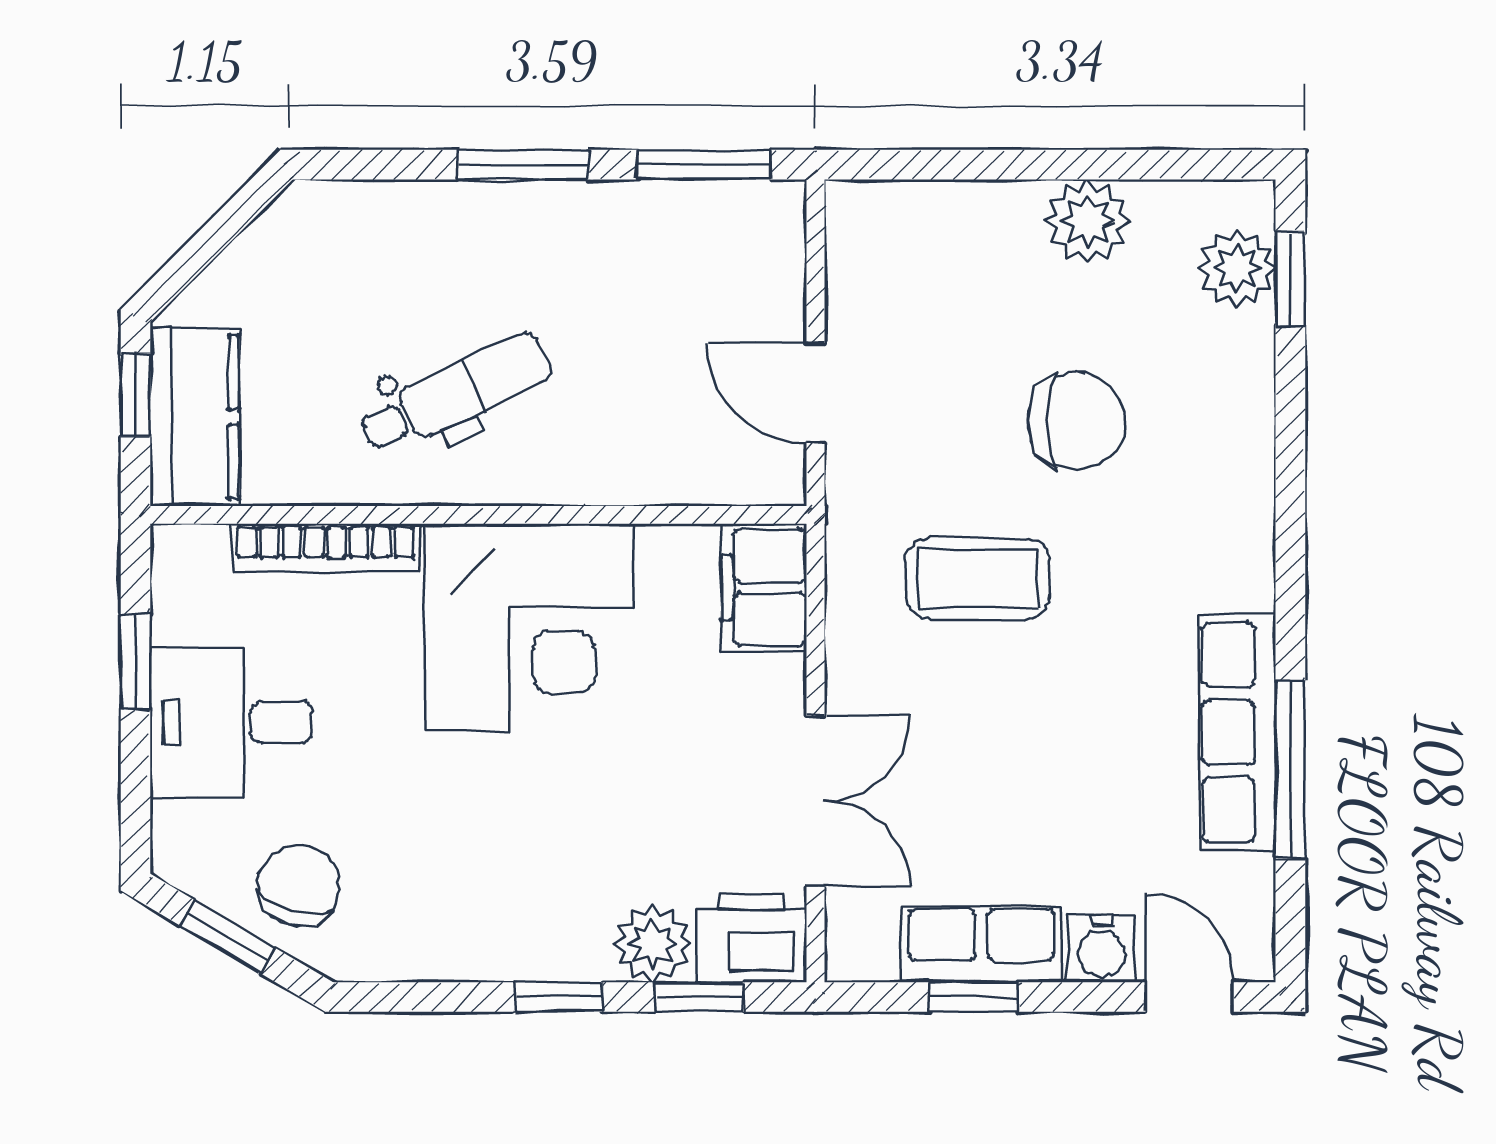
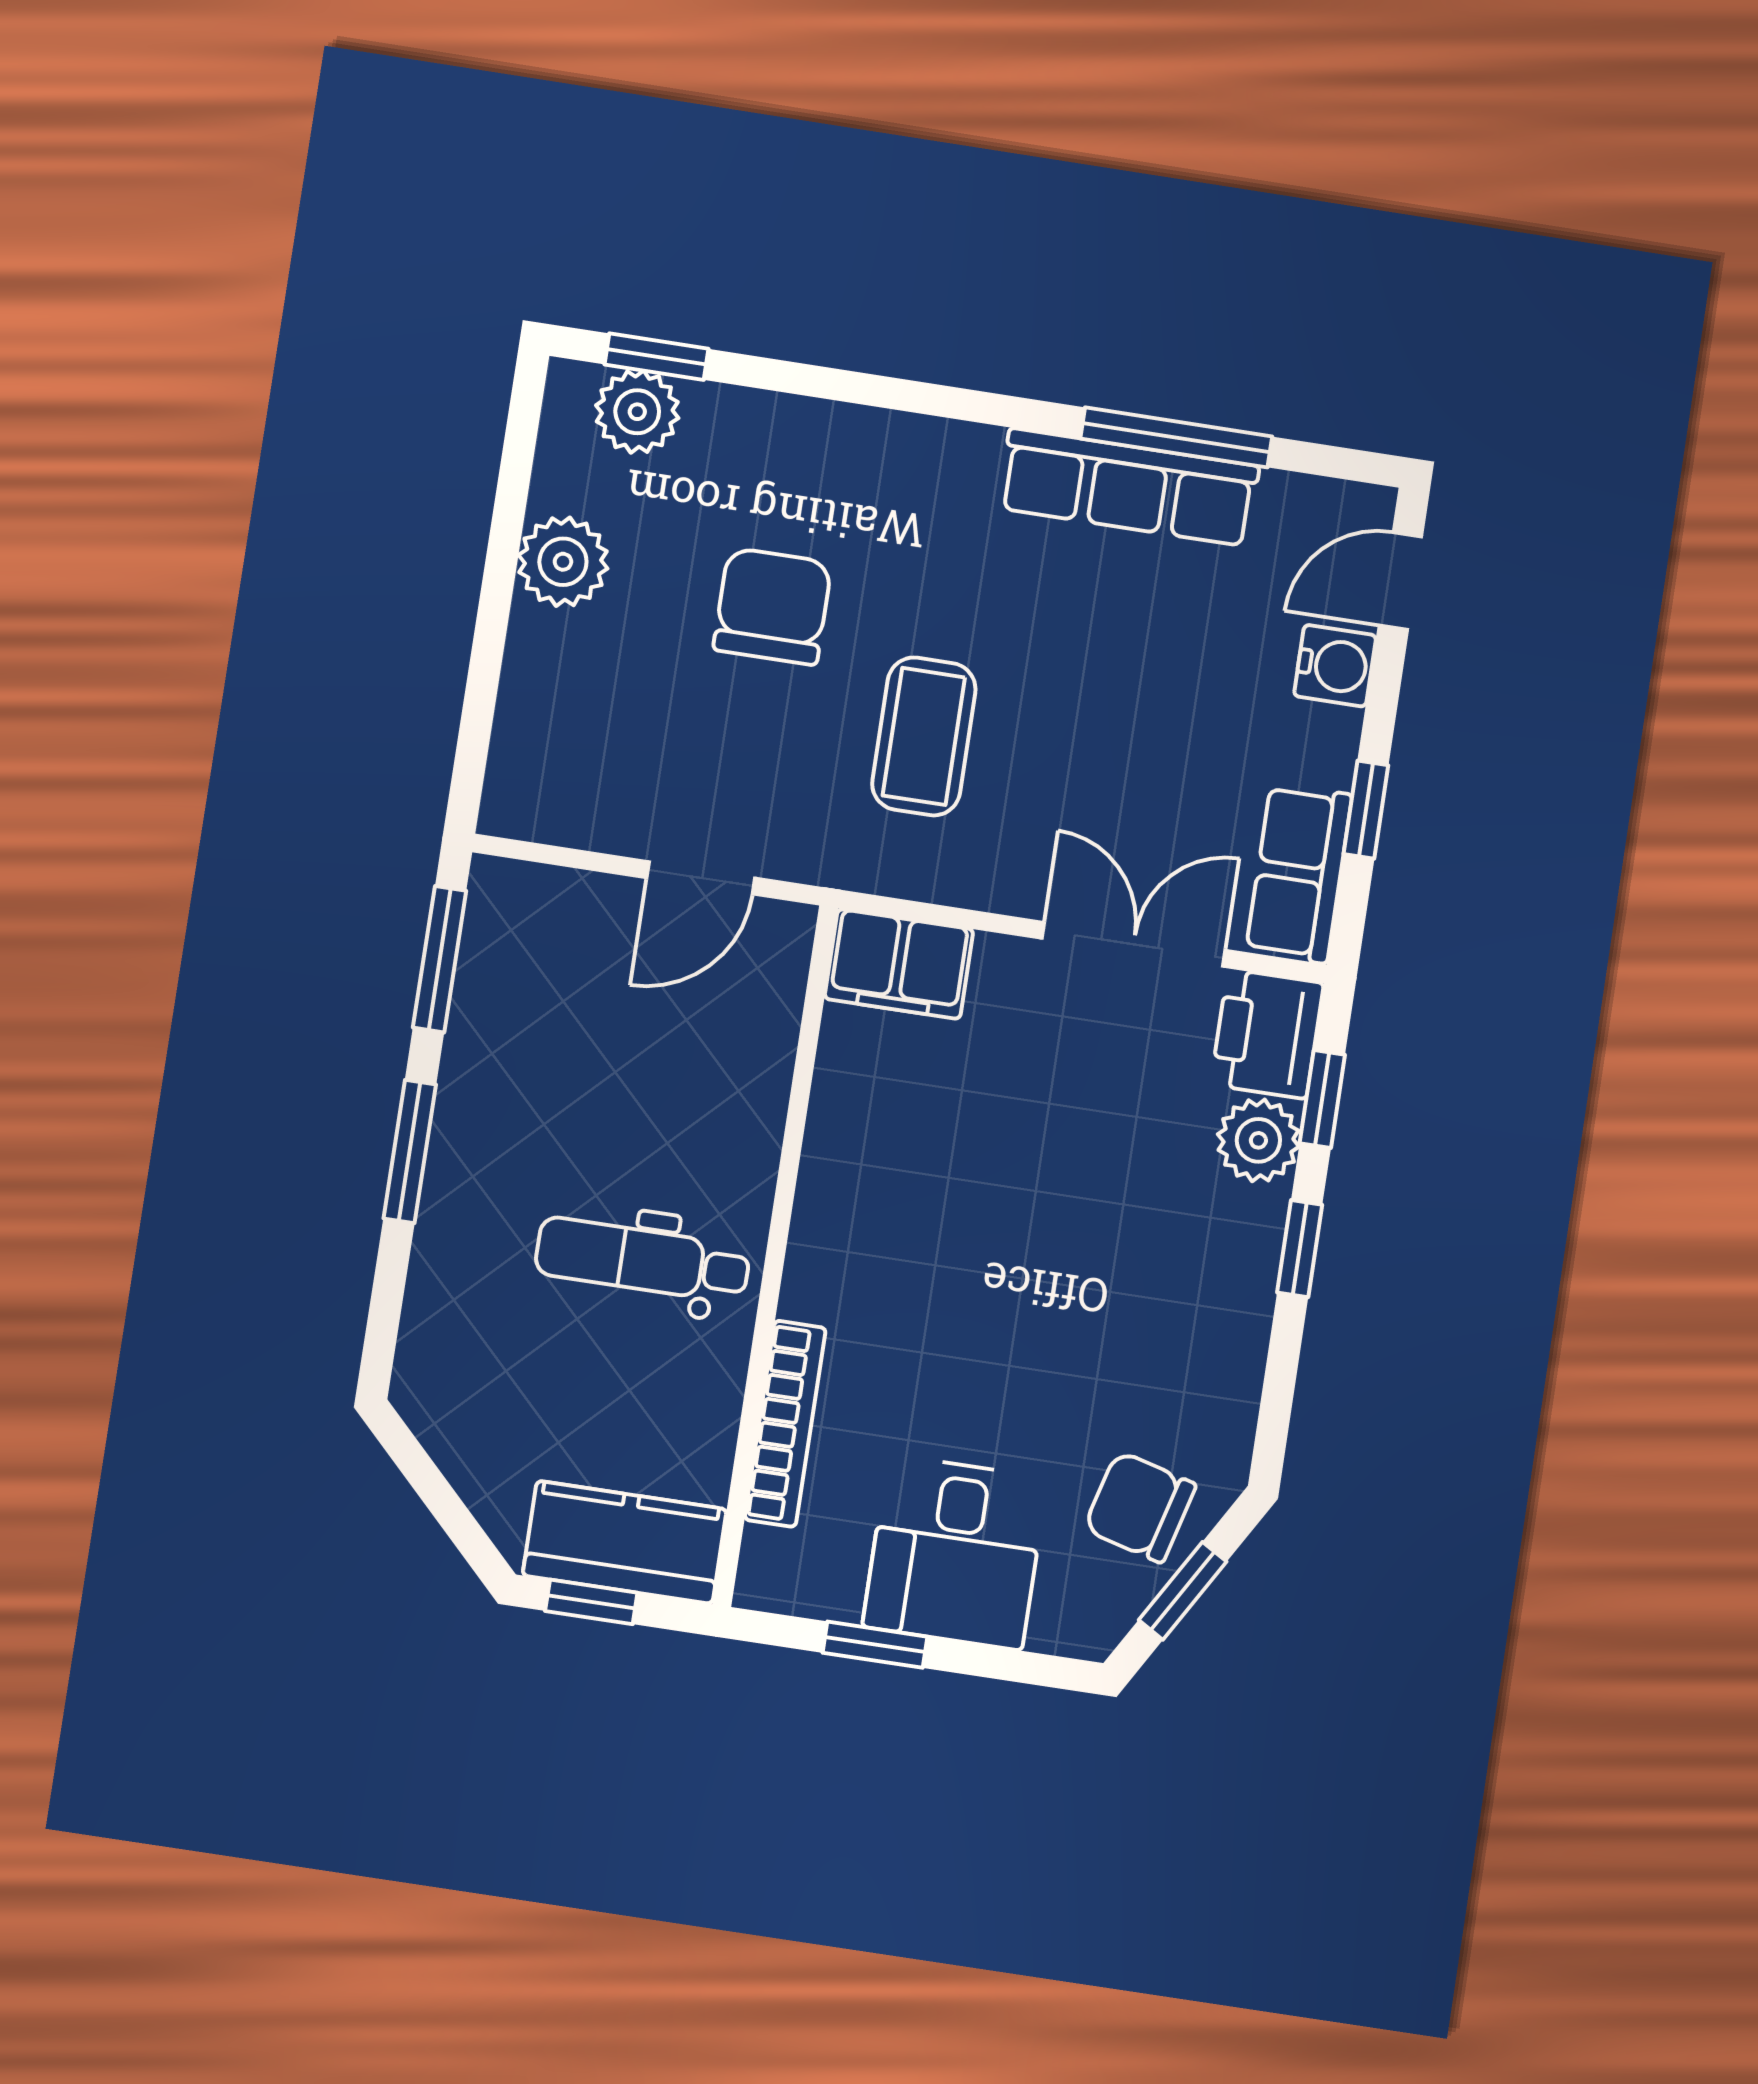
dental chair: (456, 394) -> (643, 1260), turned -65
corner desk: (529, 627) -> (903, 1220), removed
row of seats: (981, 944) -> (1299, 873), moved

